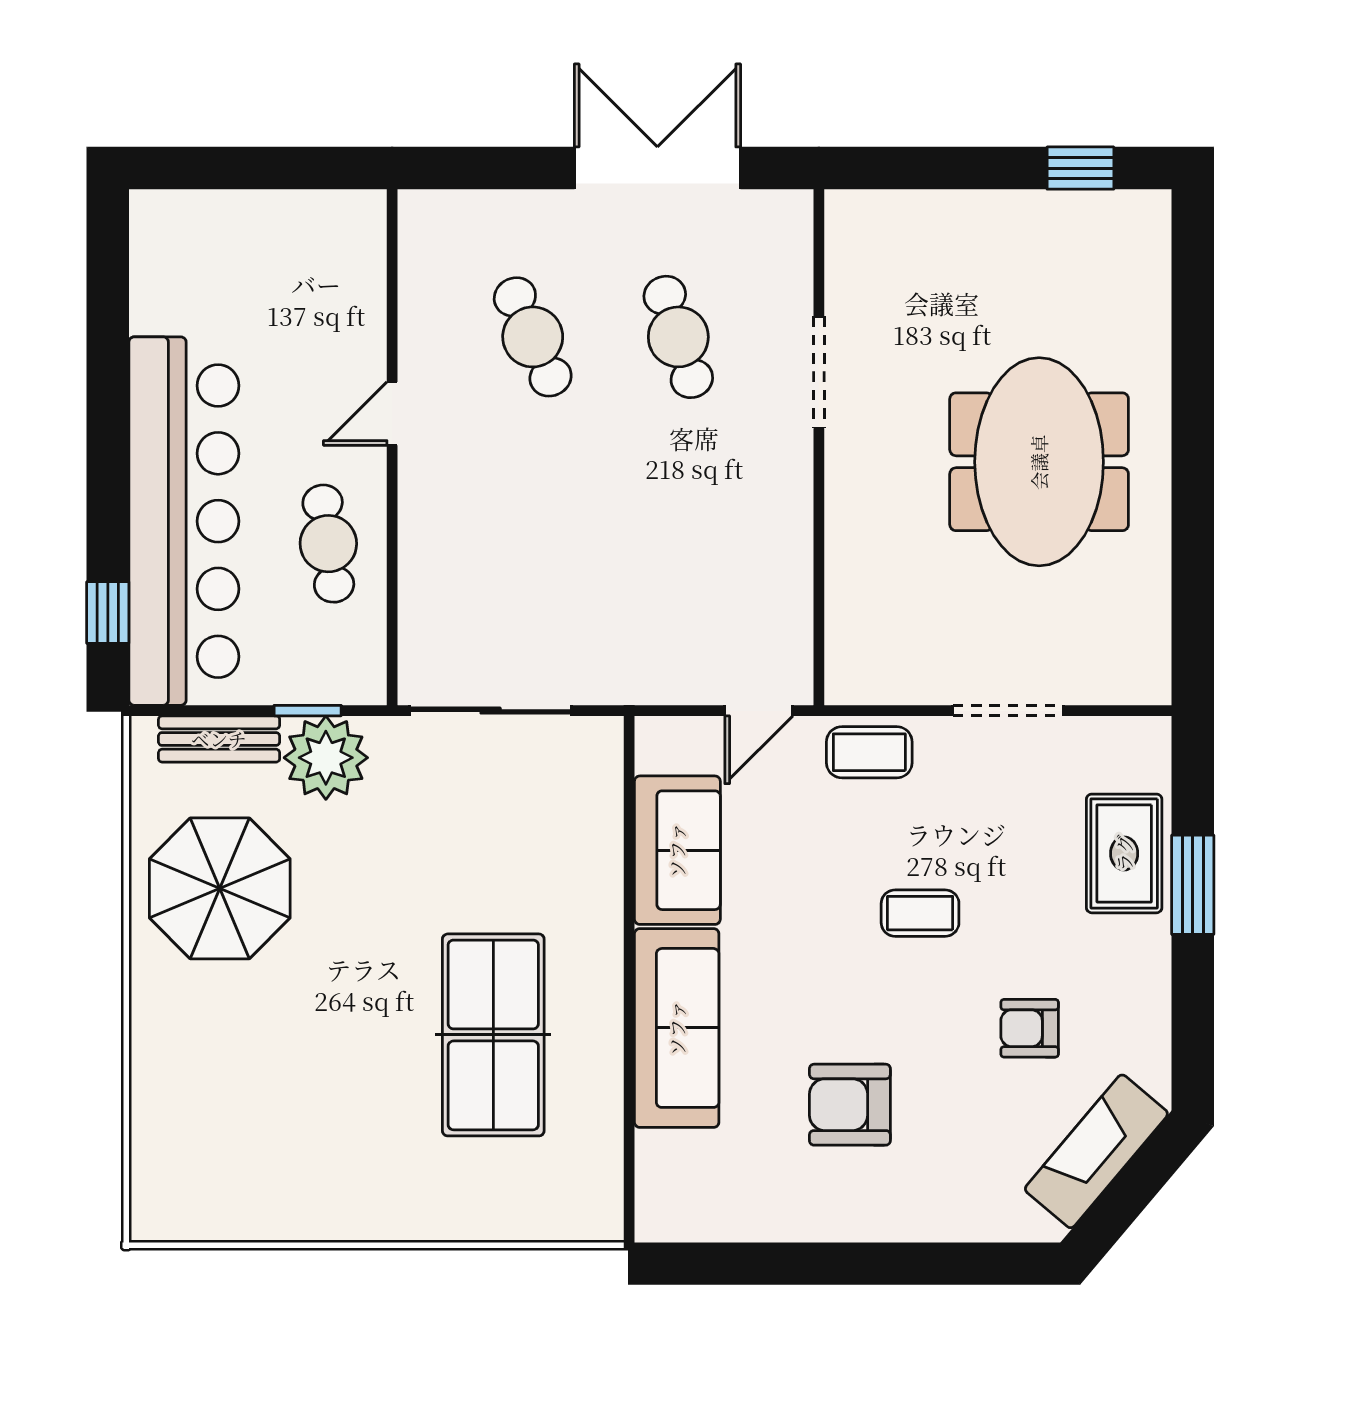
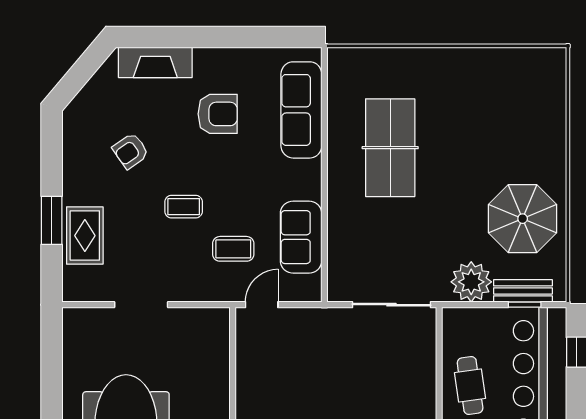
window: (308, 711) -> (525, 305), moved
coffee table: (869, 752) -> (233, 249), moved
sofa: (677, 1028) -> (301, 110), moved
armchair: (1030, 1028) -> (131, 151), turned 145
fireplace: (1096, 1151) -> (155, 62), moved, turned 50

